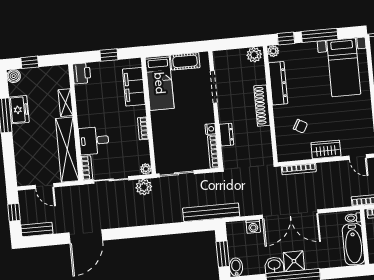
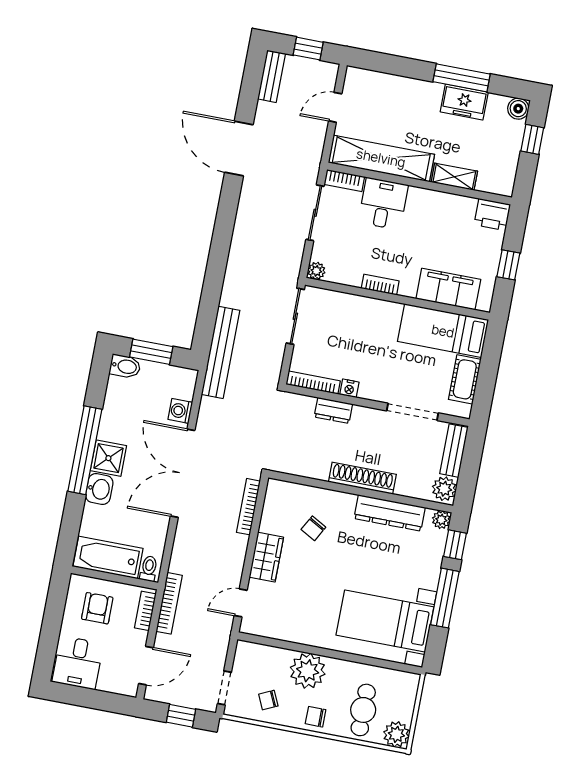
bench: (230, 56) -> (454, 451), added
plant: (144, 187) -> (289, 260), removed
washbasin: (274, 265) -> (99, 489), moved

